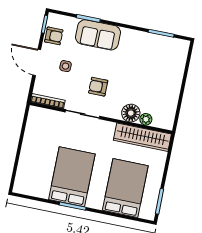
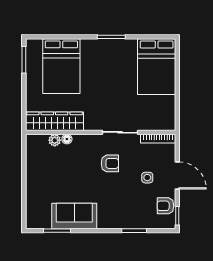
sofa: (98, 35) -> (74, 216), moved
floor lamp: (131, 113) -> (67, 139), width x0.53, depth x0.53
bed: (72, 177) -> (157, 67), moved

